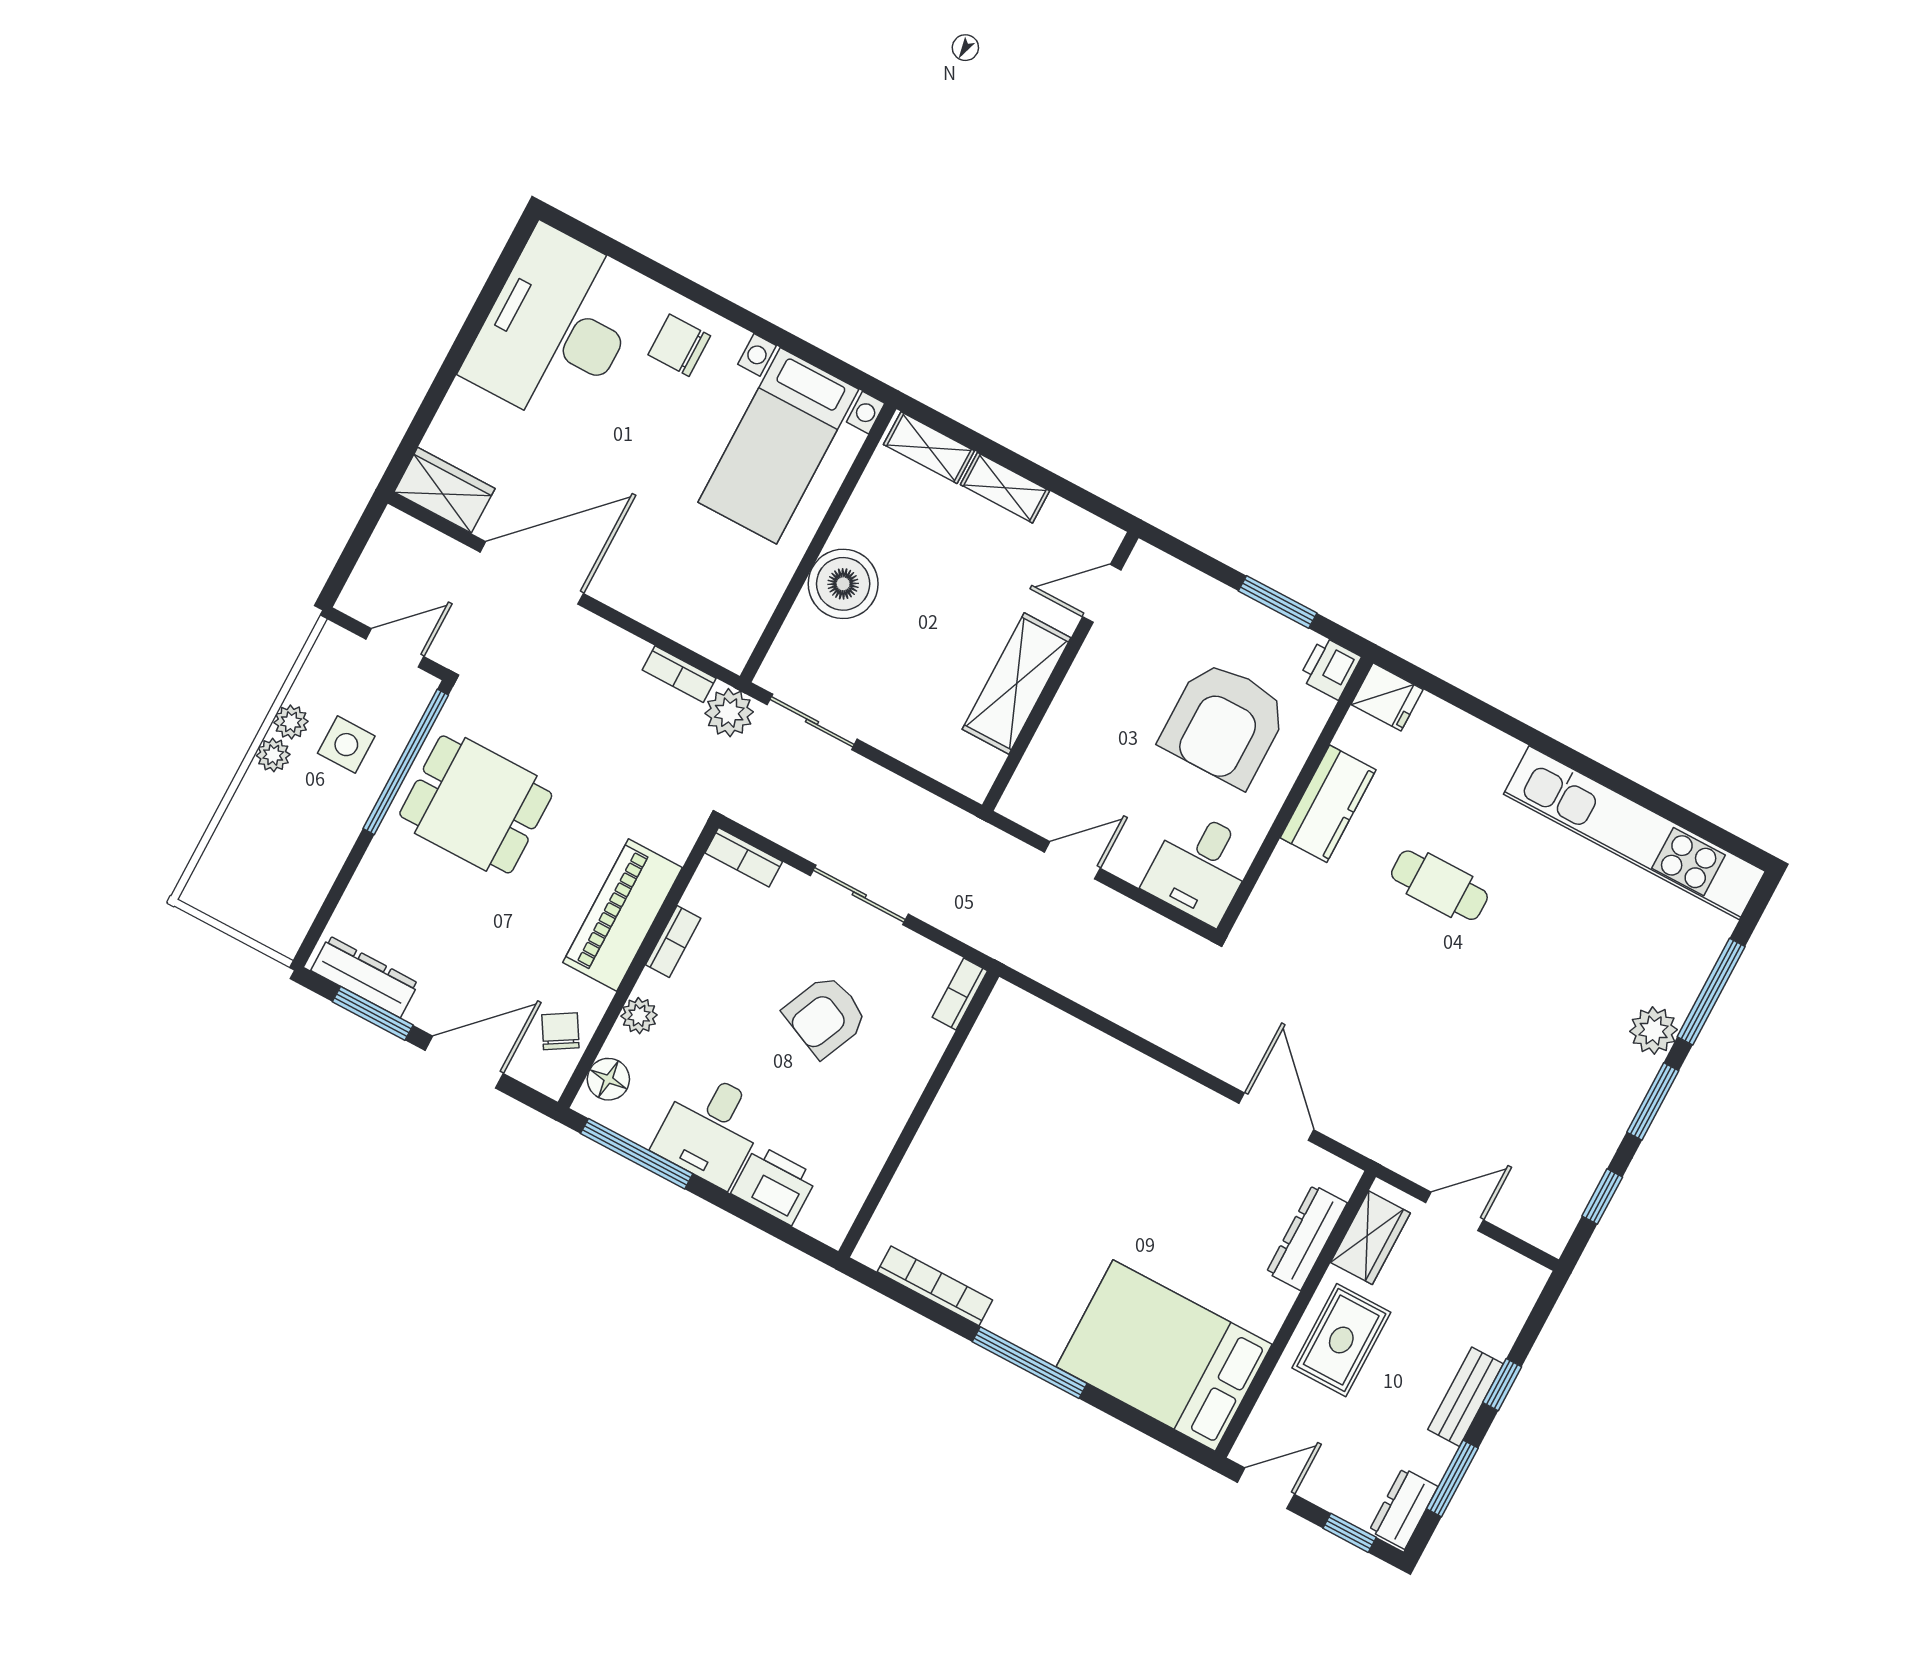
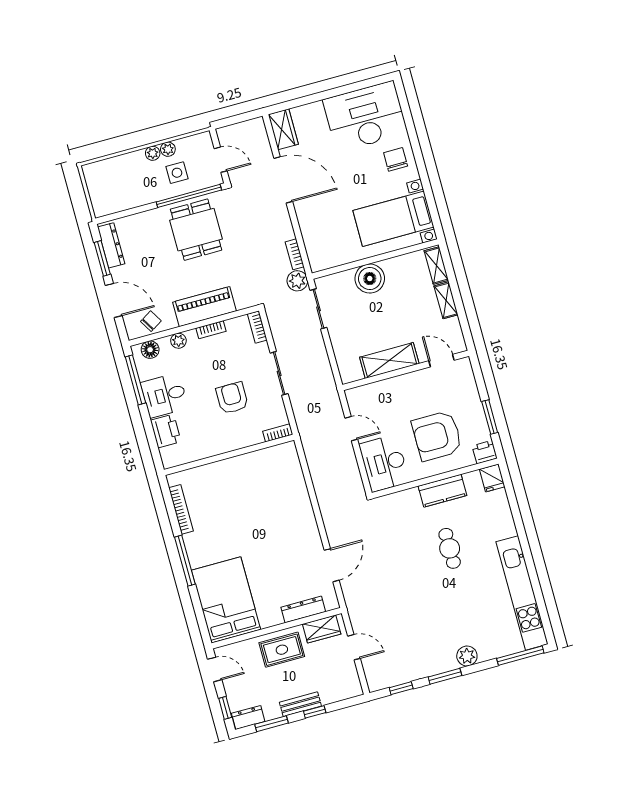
desk: (1200, 867) -> (384, 463), width x1.37
window: (1711, 992) -> (520, 656), moved
armchair: (825, 1016) -> (232, 398), turned 66

